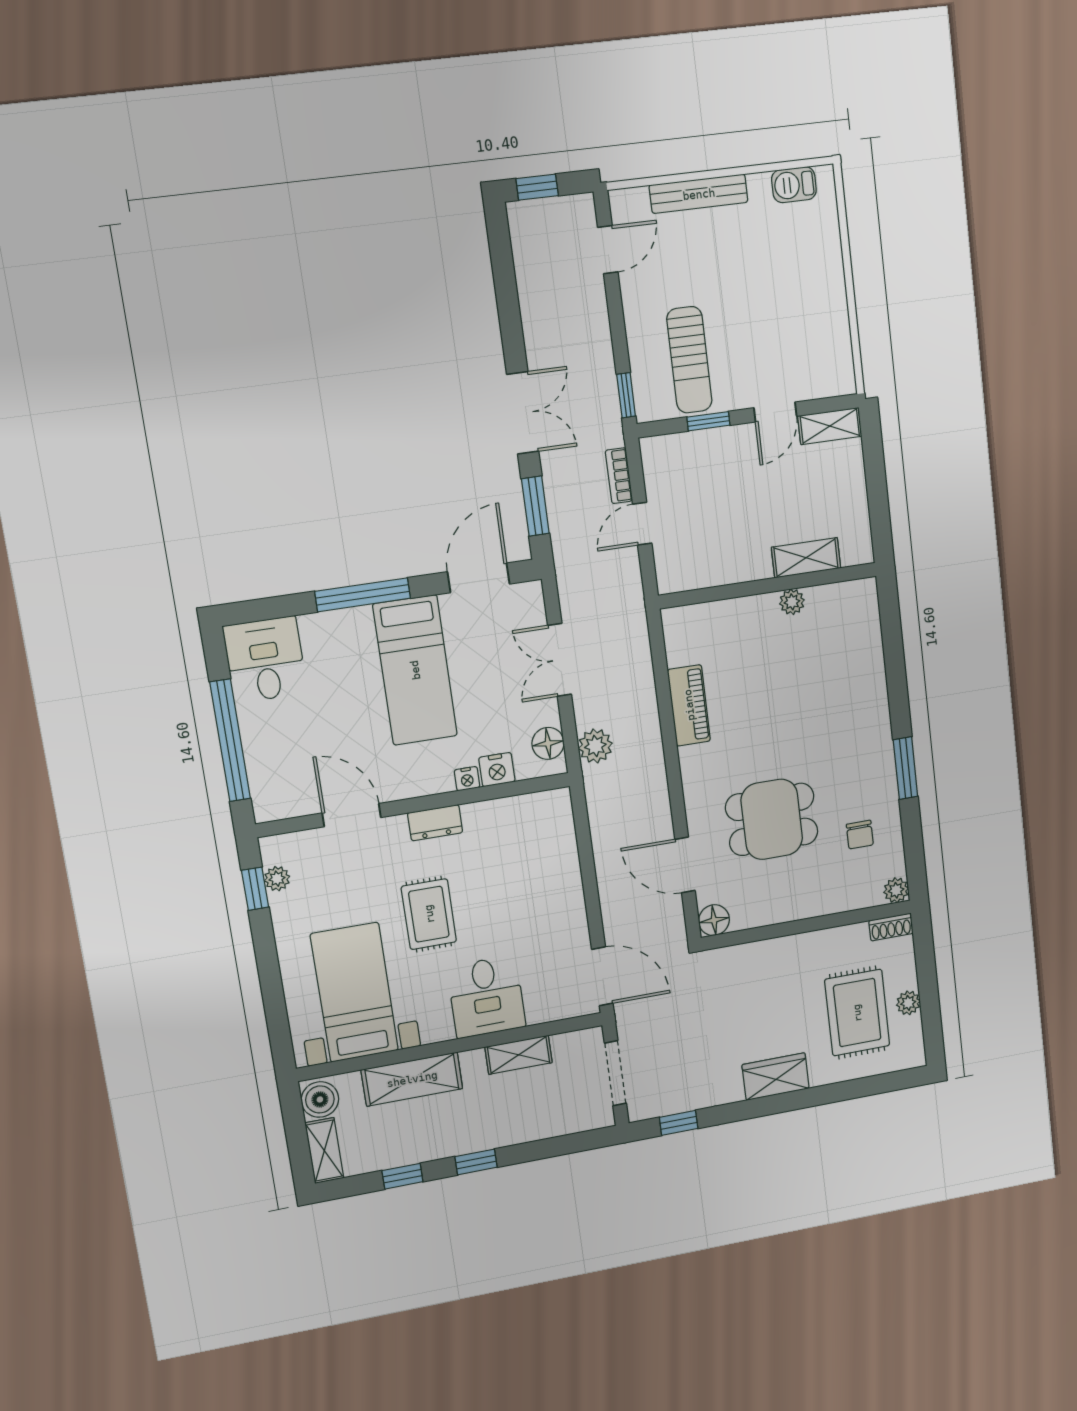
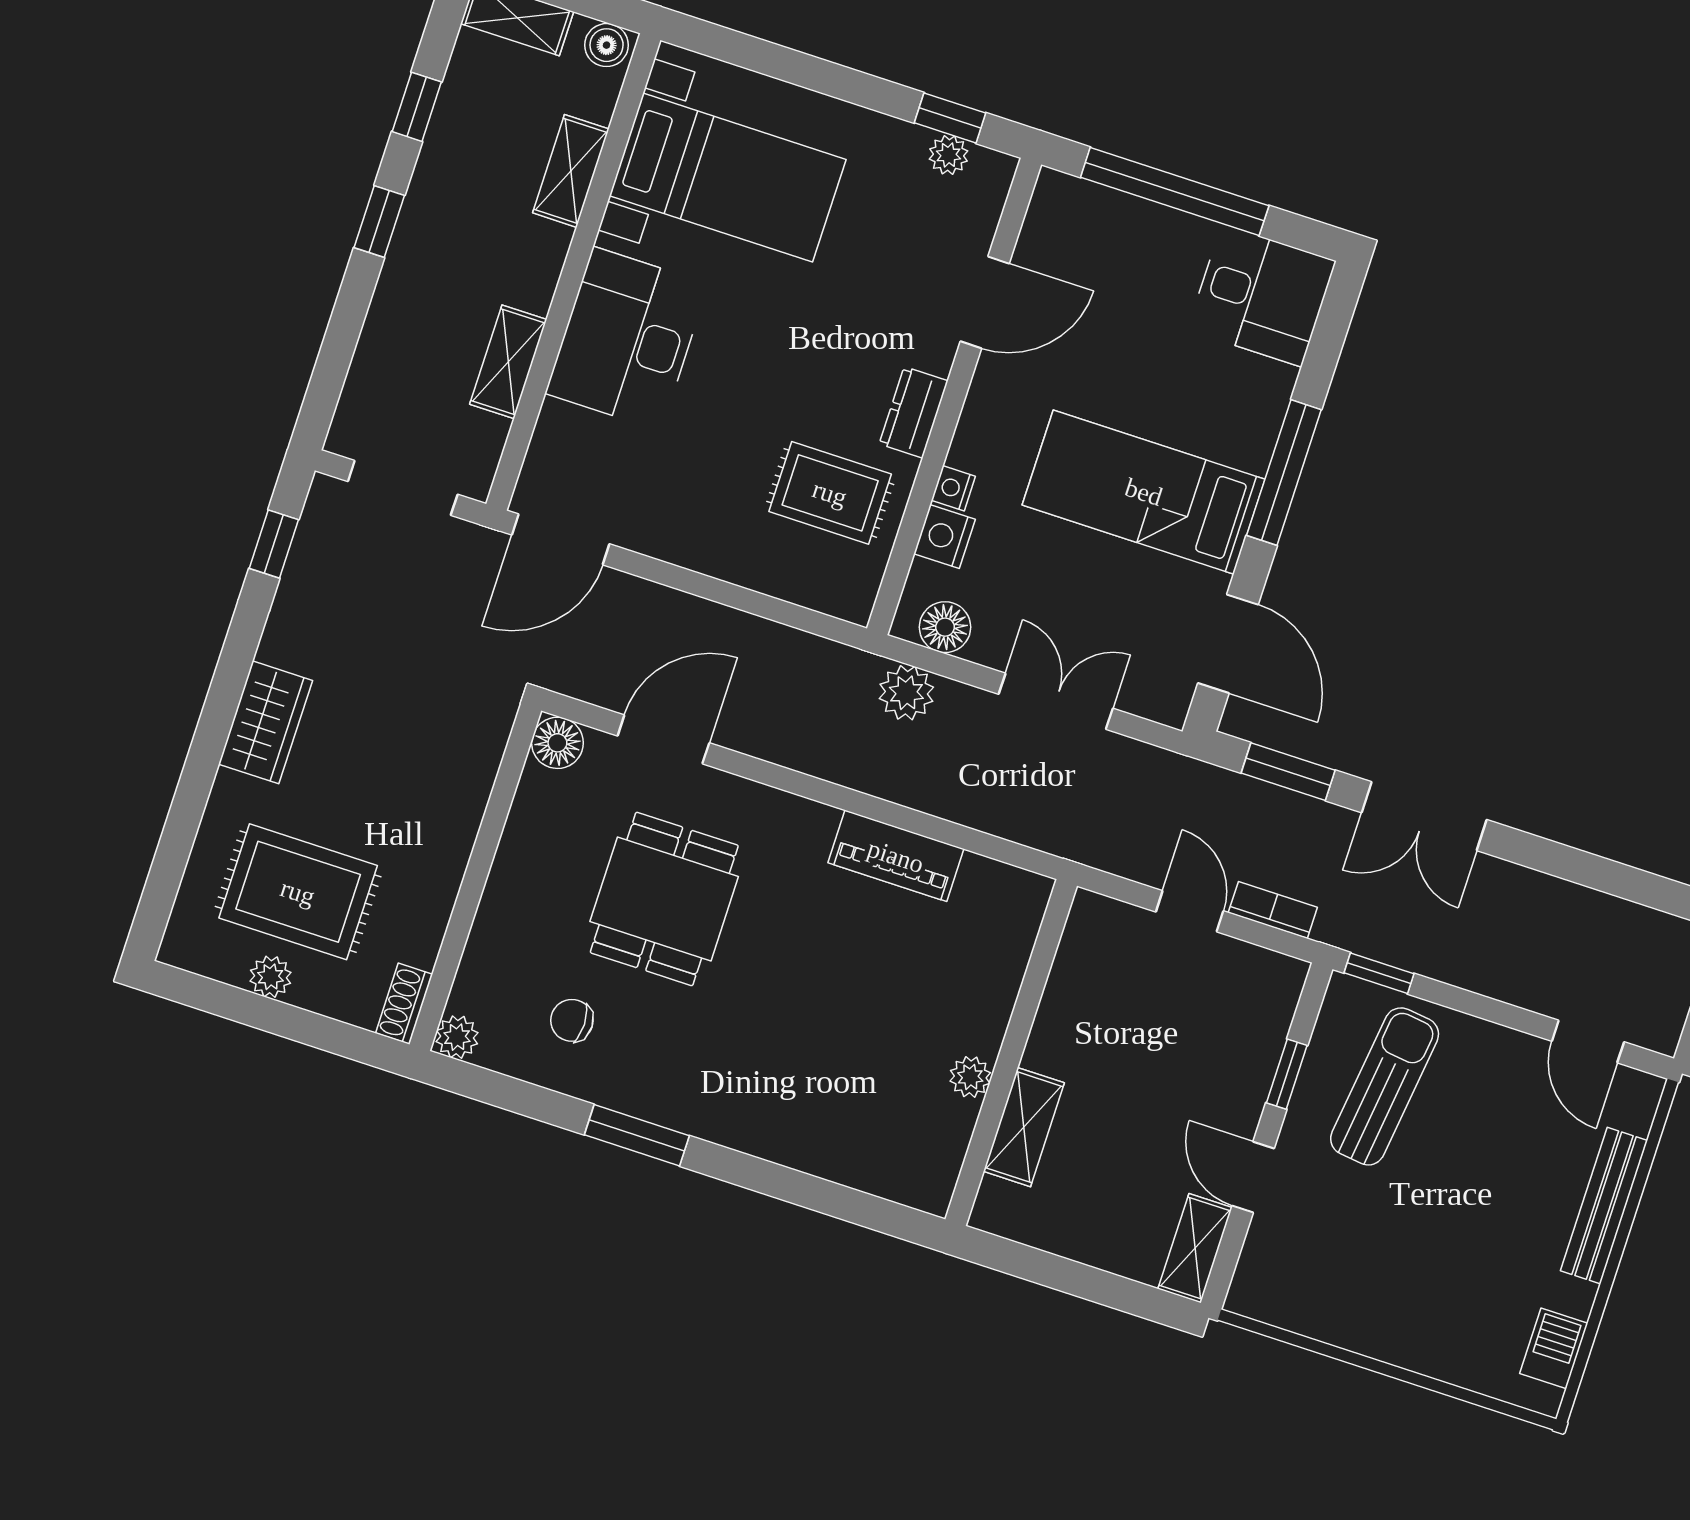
sun lounger: (689, 360) -> (1385, 1086), turned 97
rug: (429, 914) -> (830, 493), moved
desk: (486, 997) -> (627, 339), width x1.37
shelving: (412, 1079) -> (571, 171), width x0.67, depth x0.75
boiler: (320, 1099) -> (607, 45), width x0.73, depth x0.73

